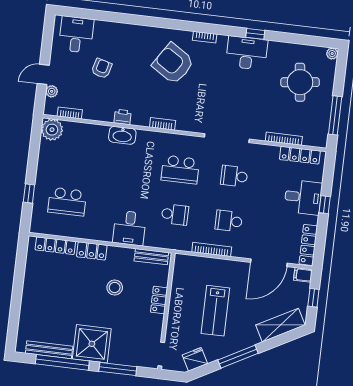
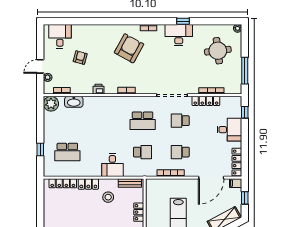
armchair: (173, 64) -> (129, 48), turned 86
washbasin: (122, 135) -> (74, 102), moved
locker: (300, 155) -> (206, 101), moved
window: (325, 205) -> (245, 112), moved
stool: (115, 288) -> (108, 197), moved

